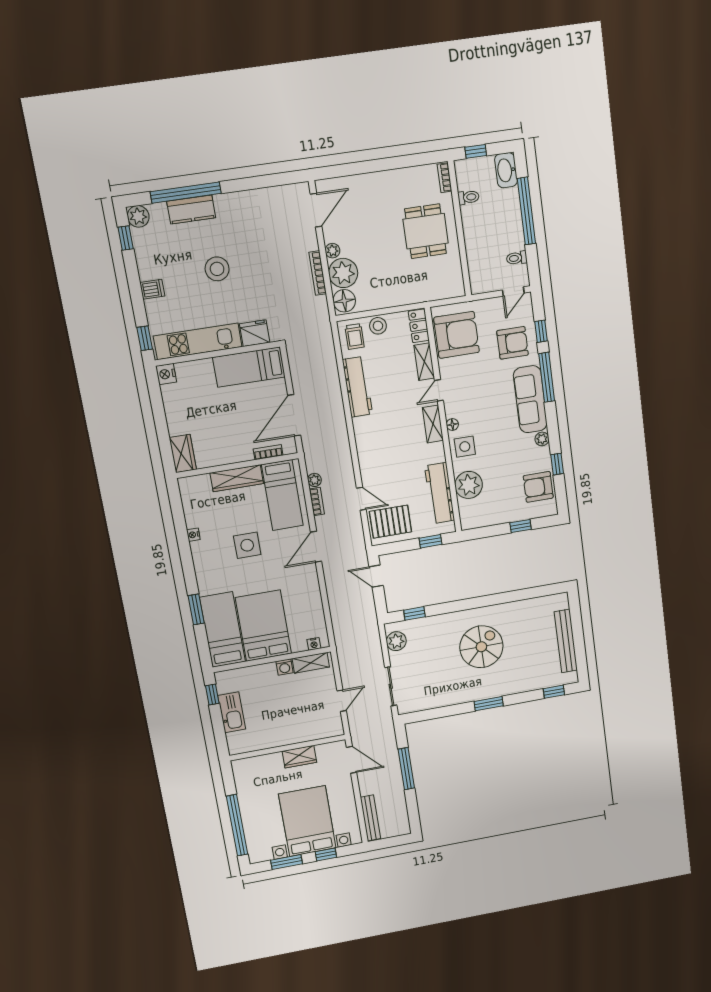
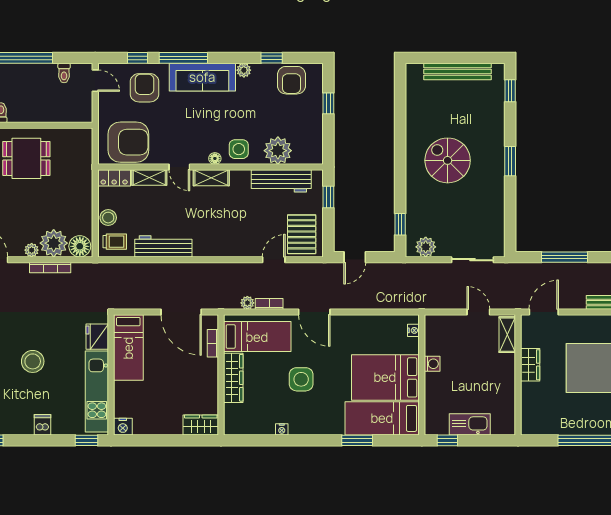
armchair: (457, 335) -> (128, 142), turned 90
shelving: (311, 663) -> (507, 335), moved

